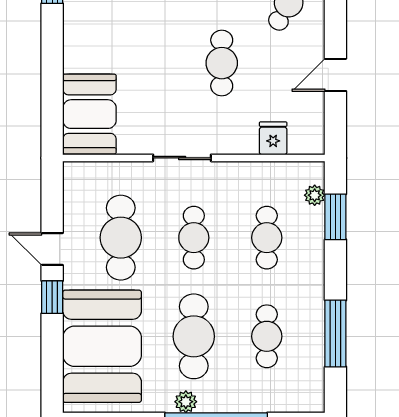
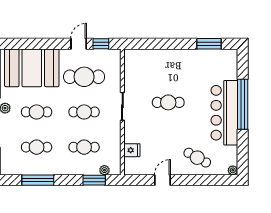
cafe table: (222, 63) -> (168, 102), moved
door: (335, 75) -> (162, 180), hinge flipped
booth: (89, 114) -> (144, 62), removed
window: (52, 297) -> (101, 44), moved
cafe table: (194, 336) -> (37, 112), width x0.73, depth x0.74

